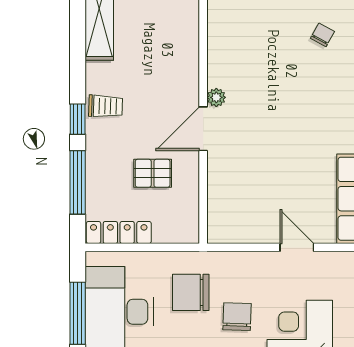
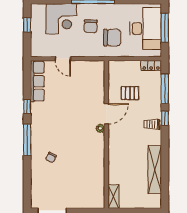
locker: (119, 232) -> (151, 65), width x0.66

